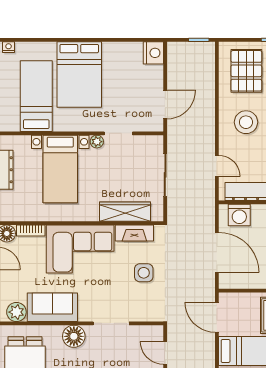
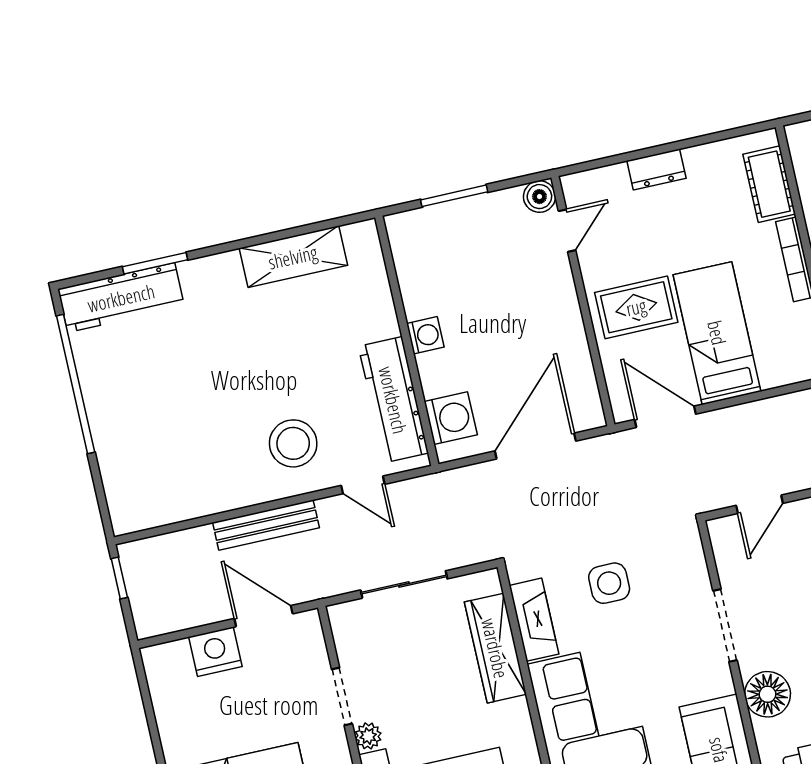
nightstand: (153, 53) -> (215, 652), moved
pallet: (246, 71) -> (159, 469), removed
bench: (208, 116) -> (266, 525), added
stool: (246, 122) -> (293, 443), moved
door: (217, 166) -> (363, 485), swing flipped
door: (217, 317) -> (665, 417), swing flipped

